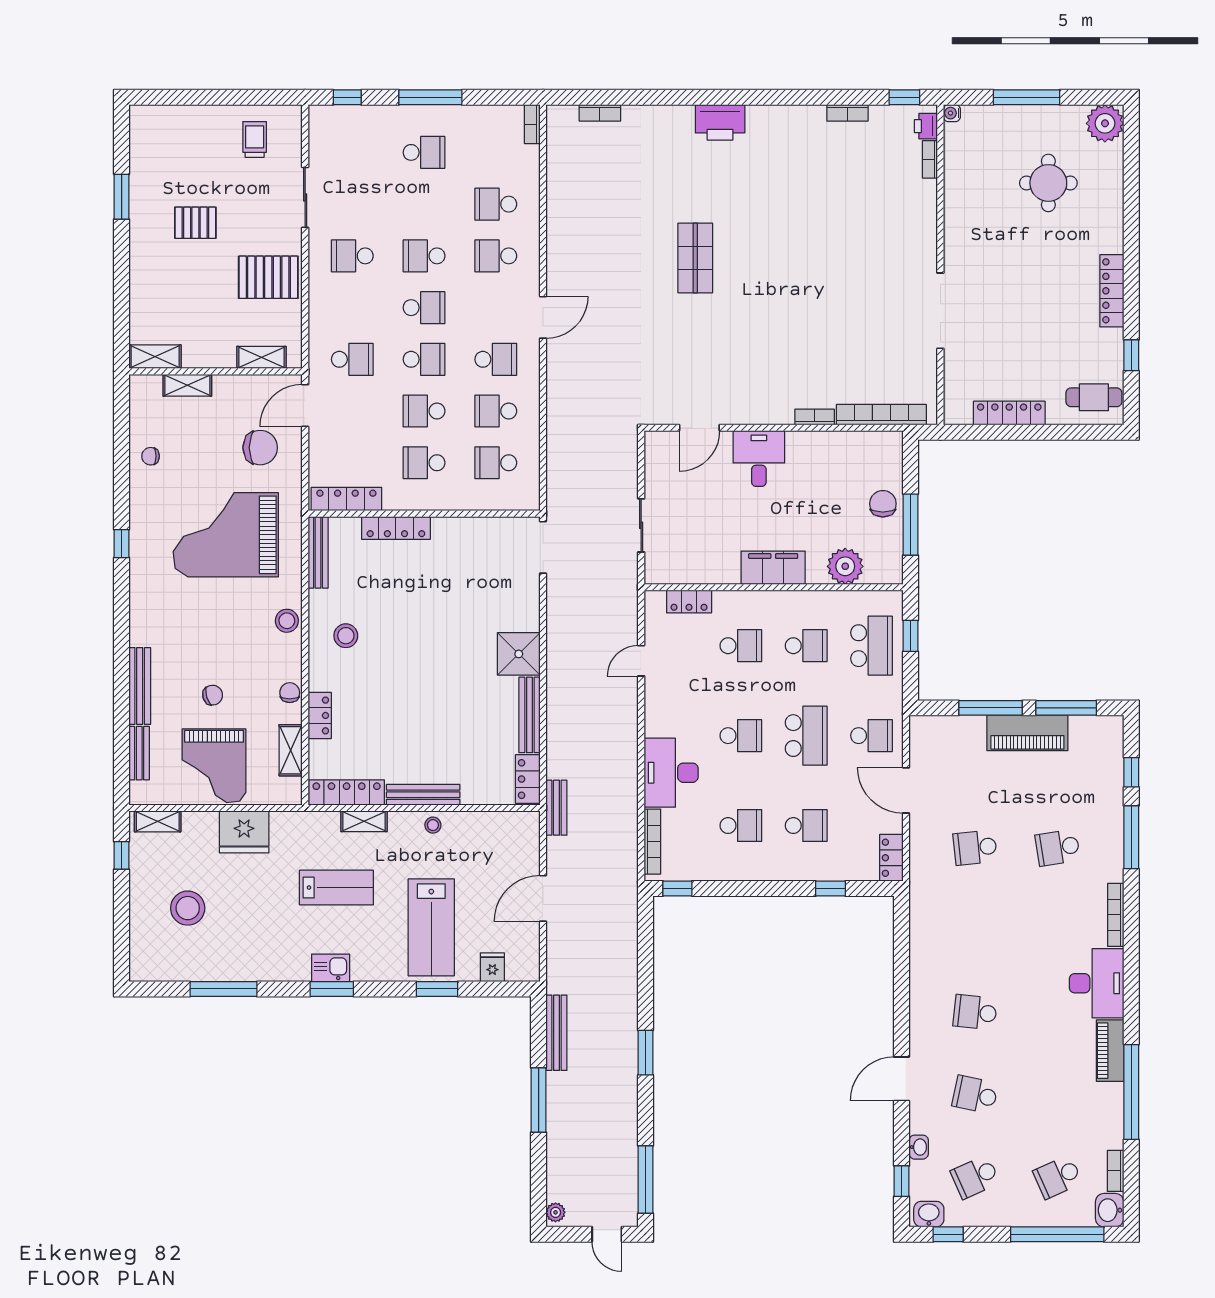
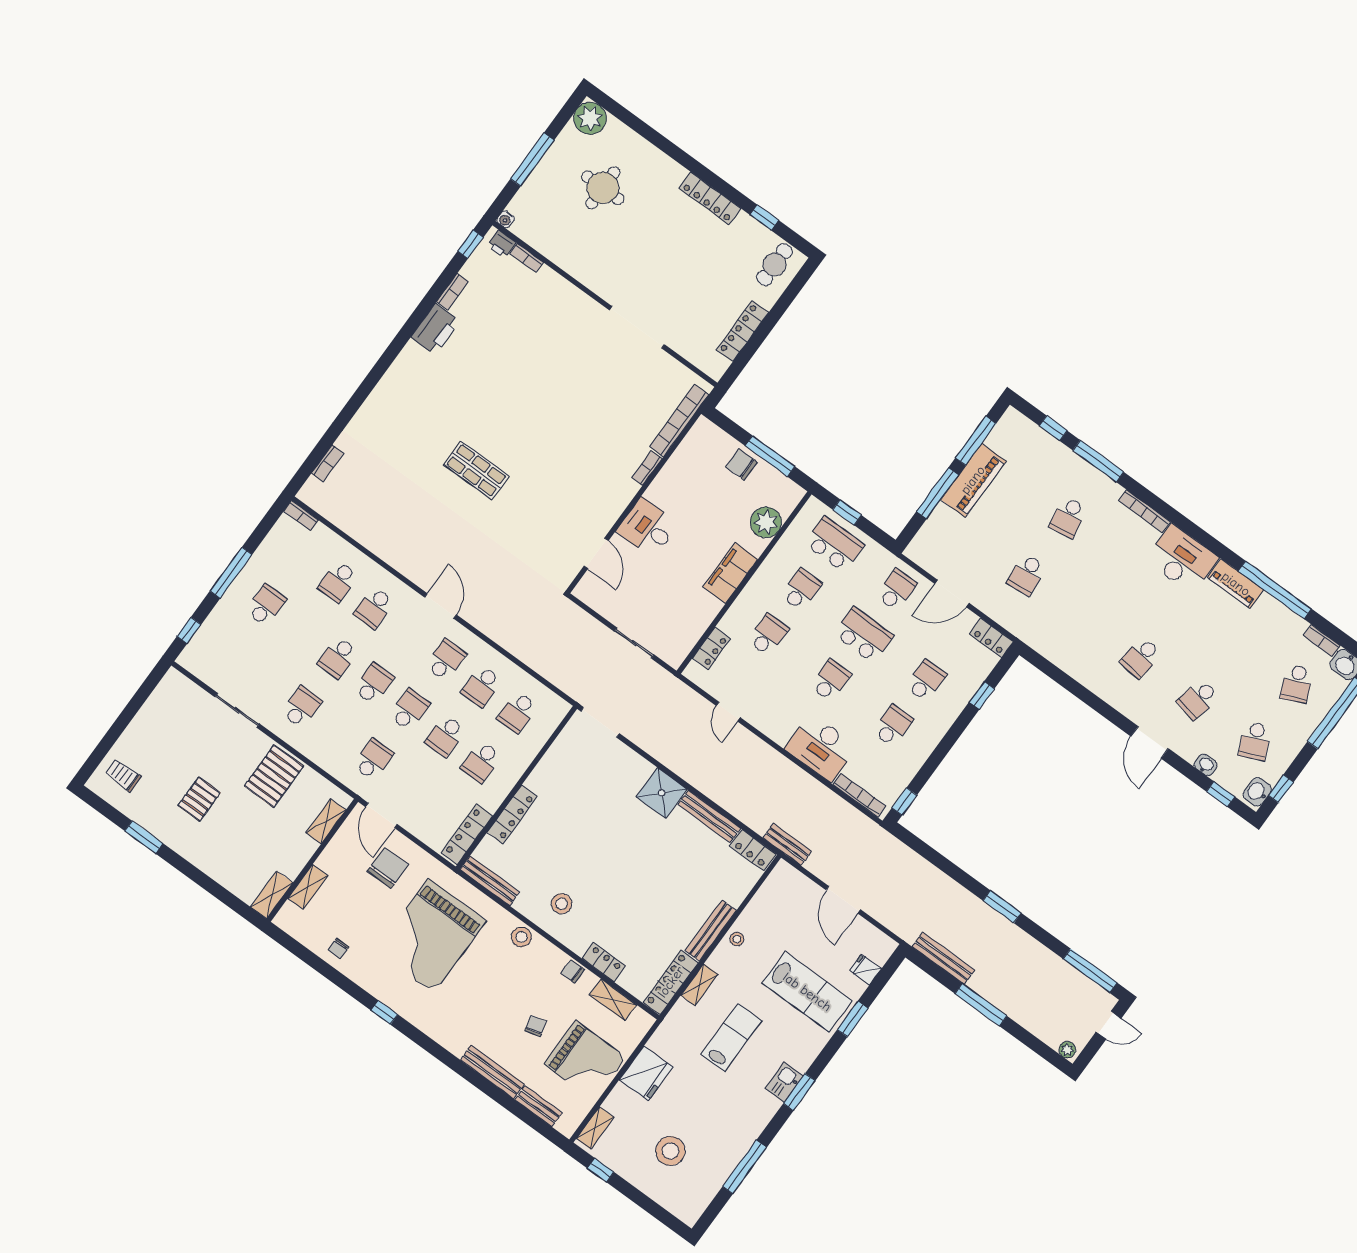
printer: (720, 122) -> (435, 329), moved
trolley: (255, 139) -> (123, 775), moved
school desk: (352, 256) -> (302, 707), turned 180

